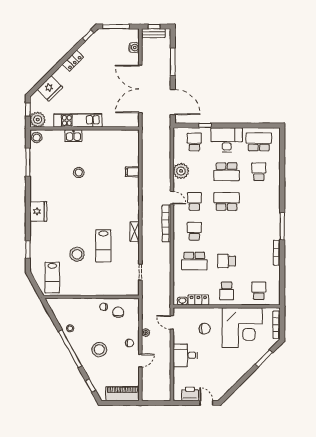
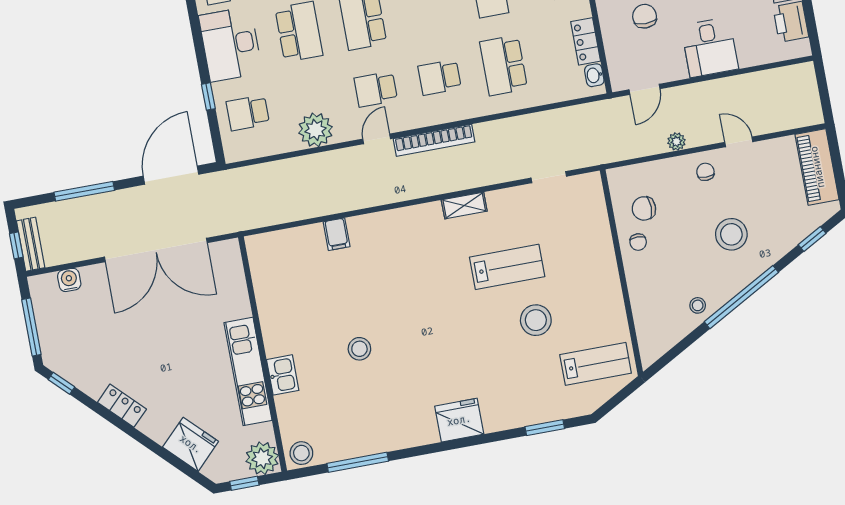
school desk: (194, 261) -> (504, 65), turned 180

